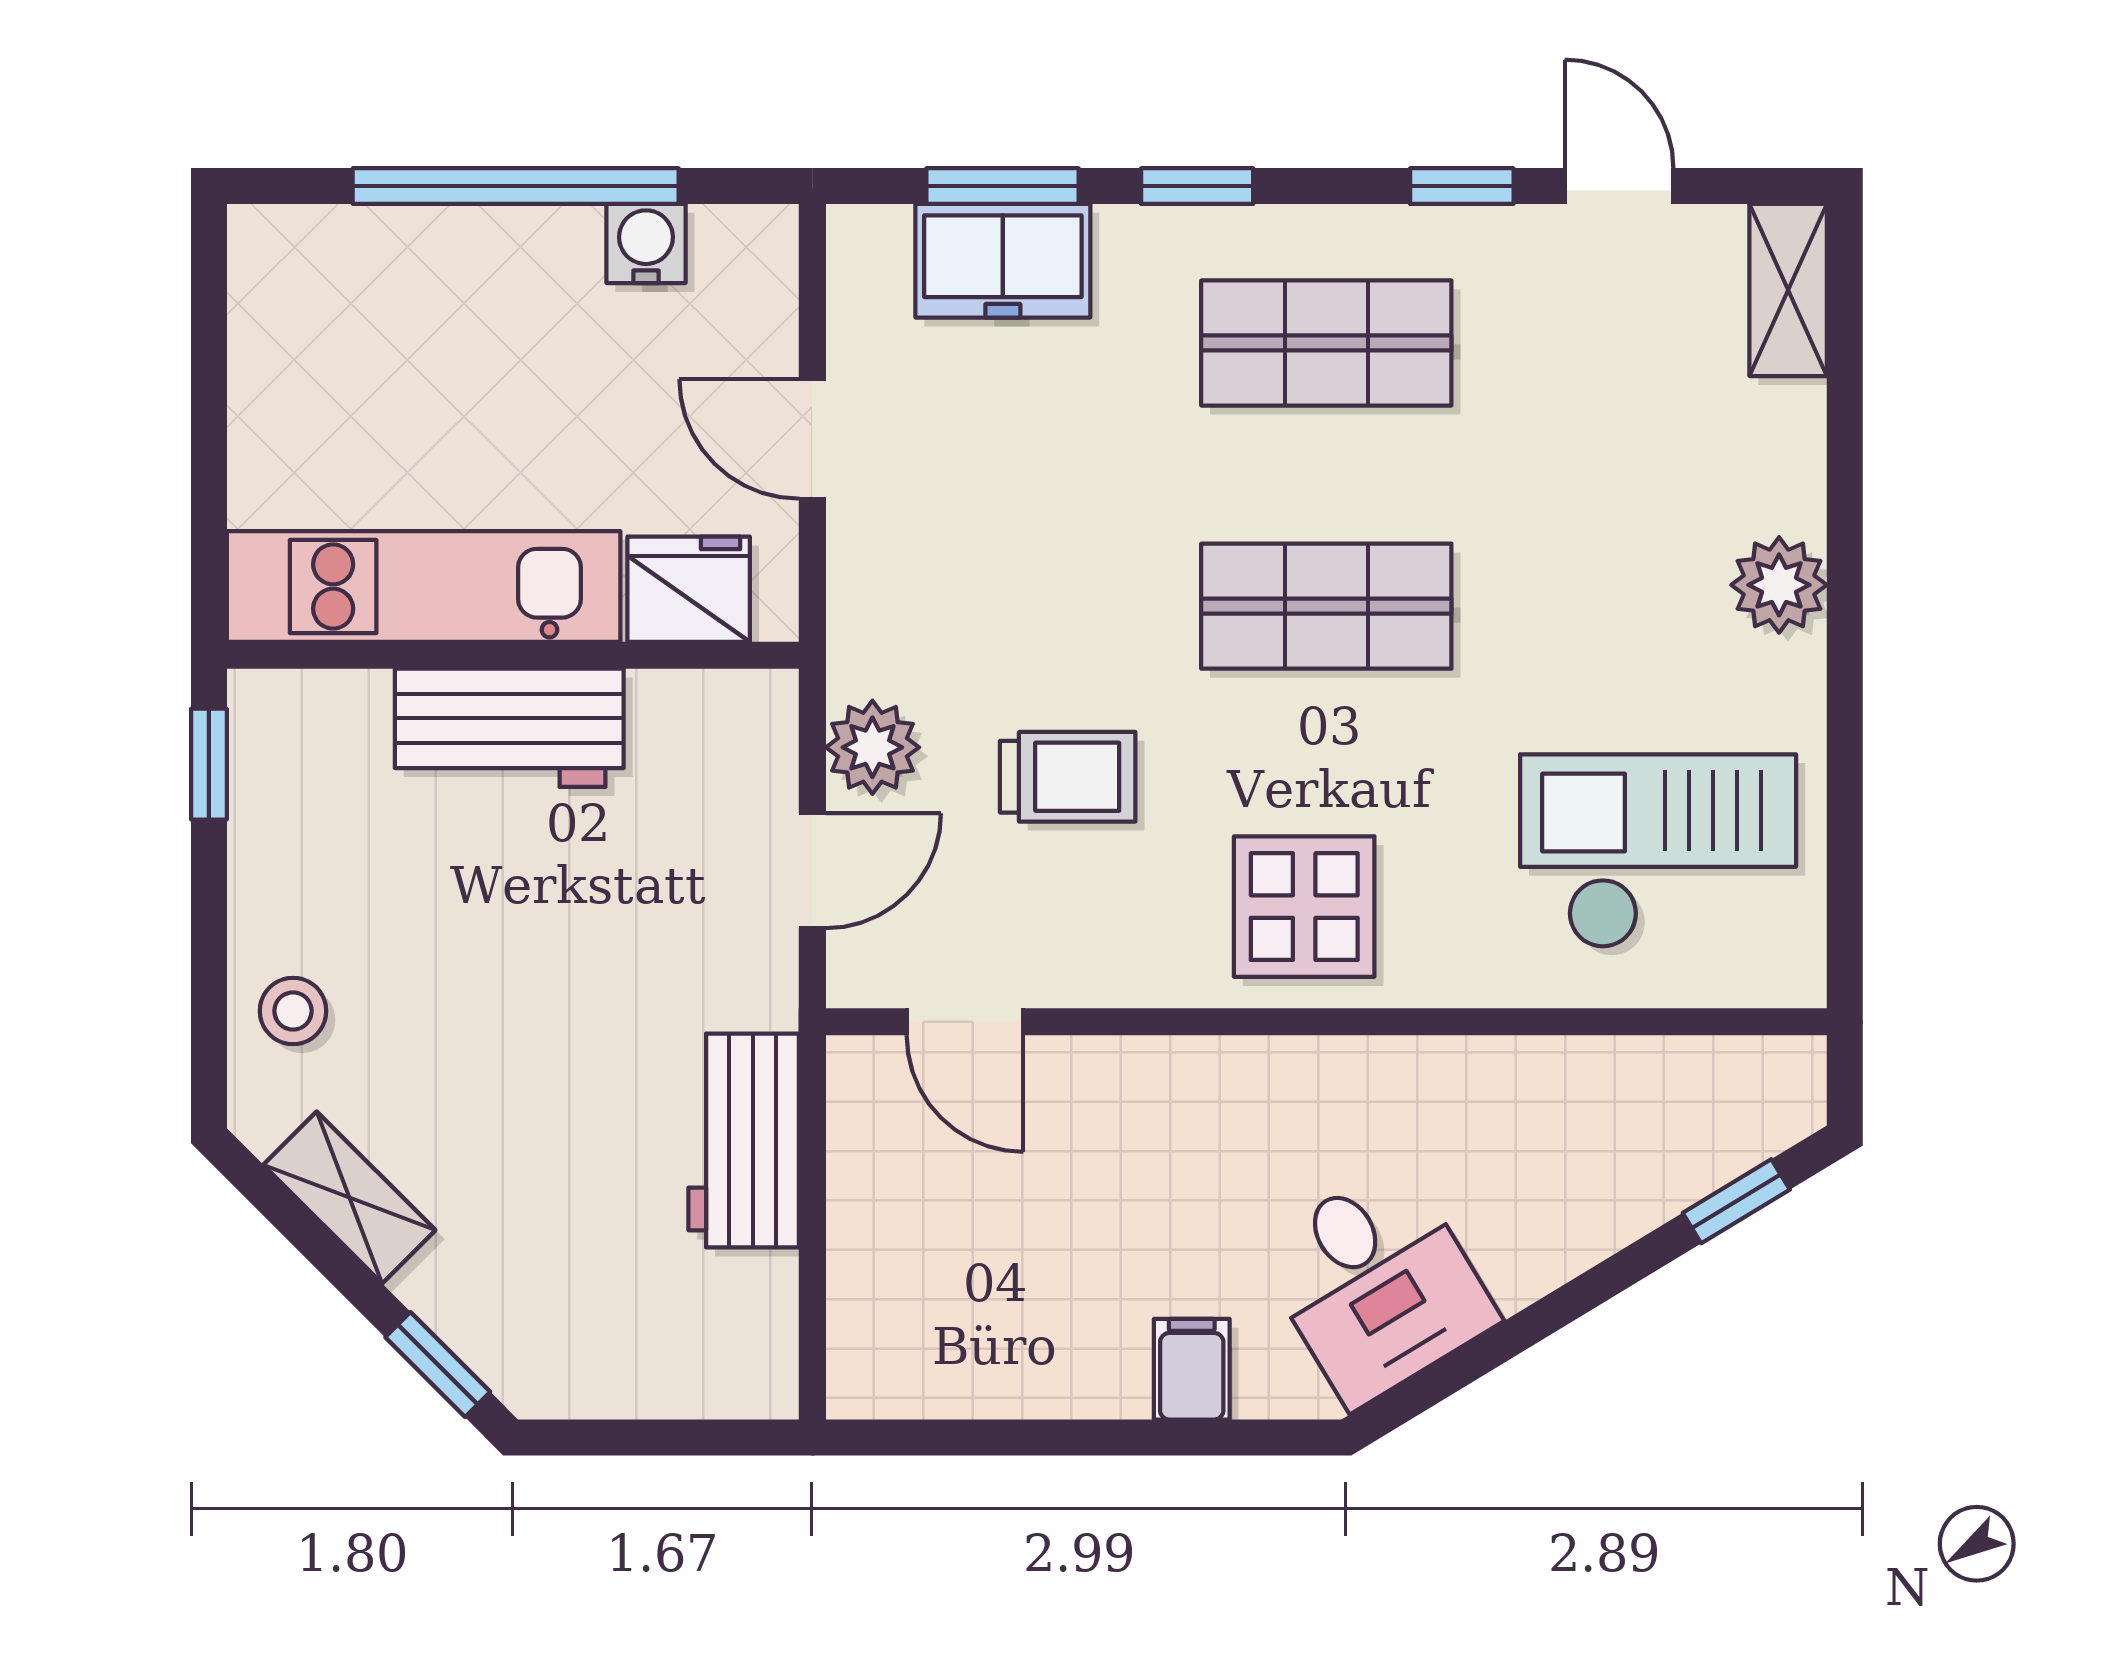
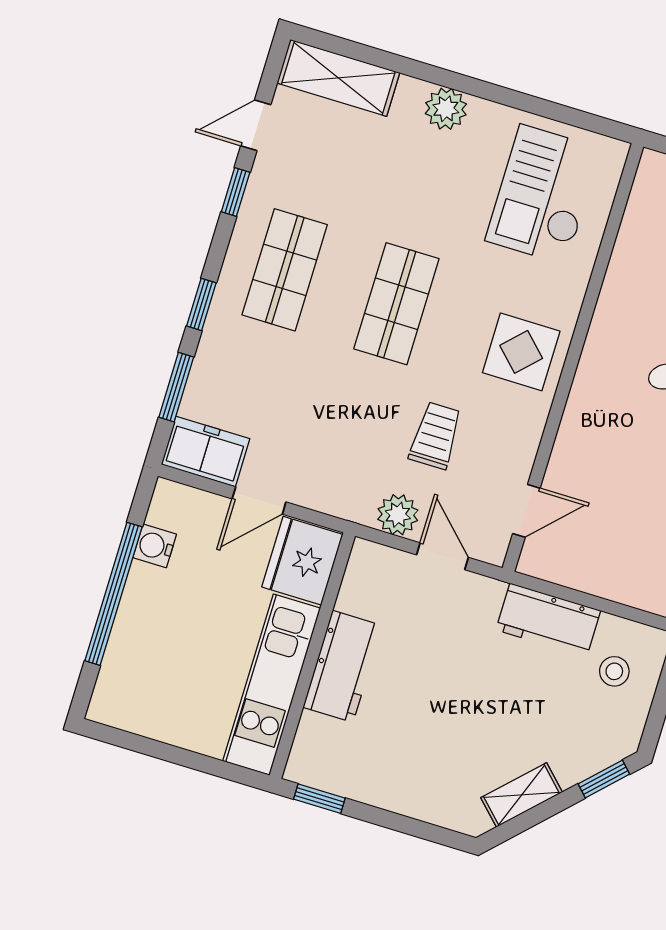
freezer: (1003, 261) -> (205, 452), moved, turned -90
shelving: (1788, 290) -> (338, 78), width x1.50, depth x1.33
fridge: (689, 589) -> (302, 561), width x1.36, depth x1.34
stool: (293, 1011) -> (614, 671), moved

